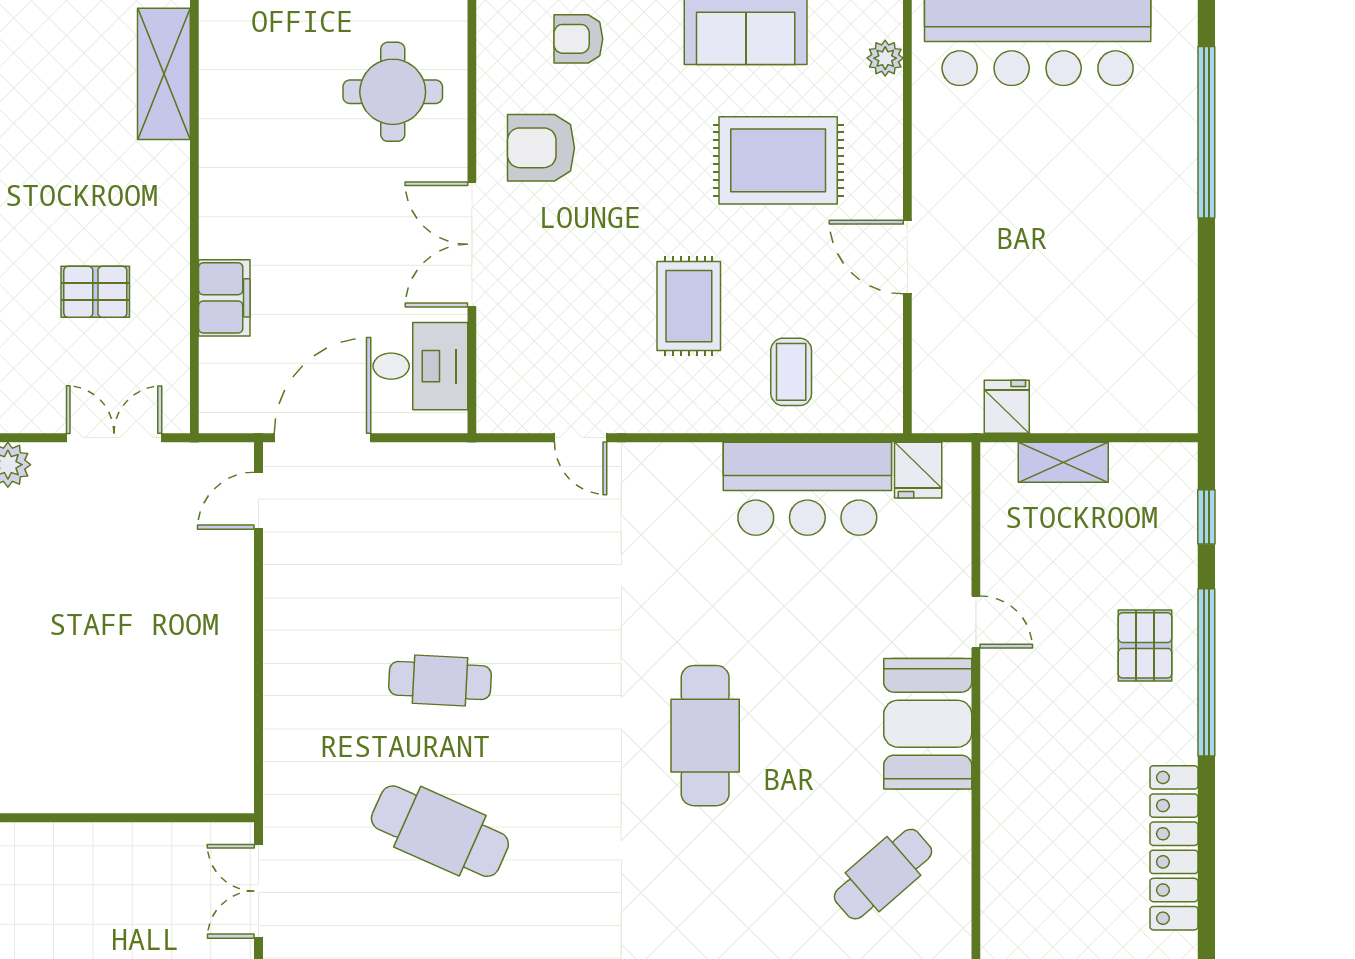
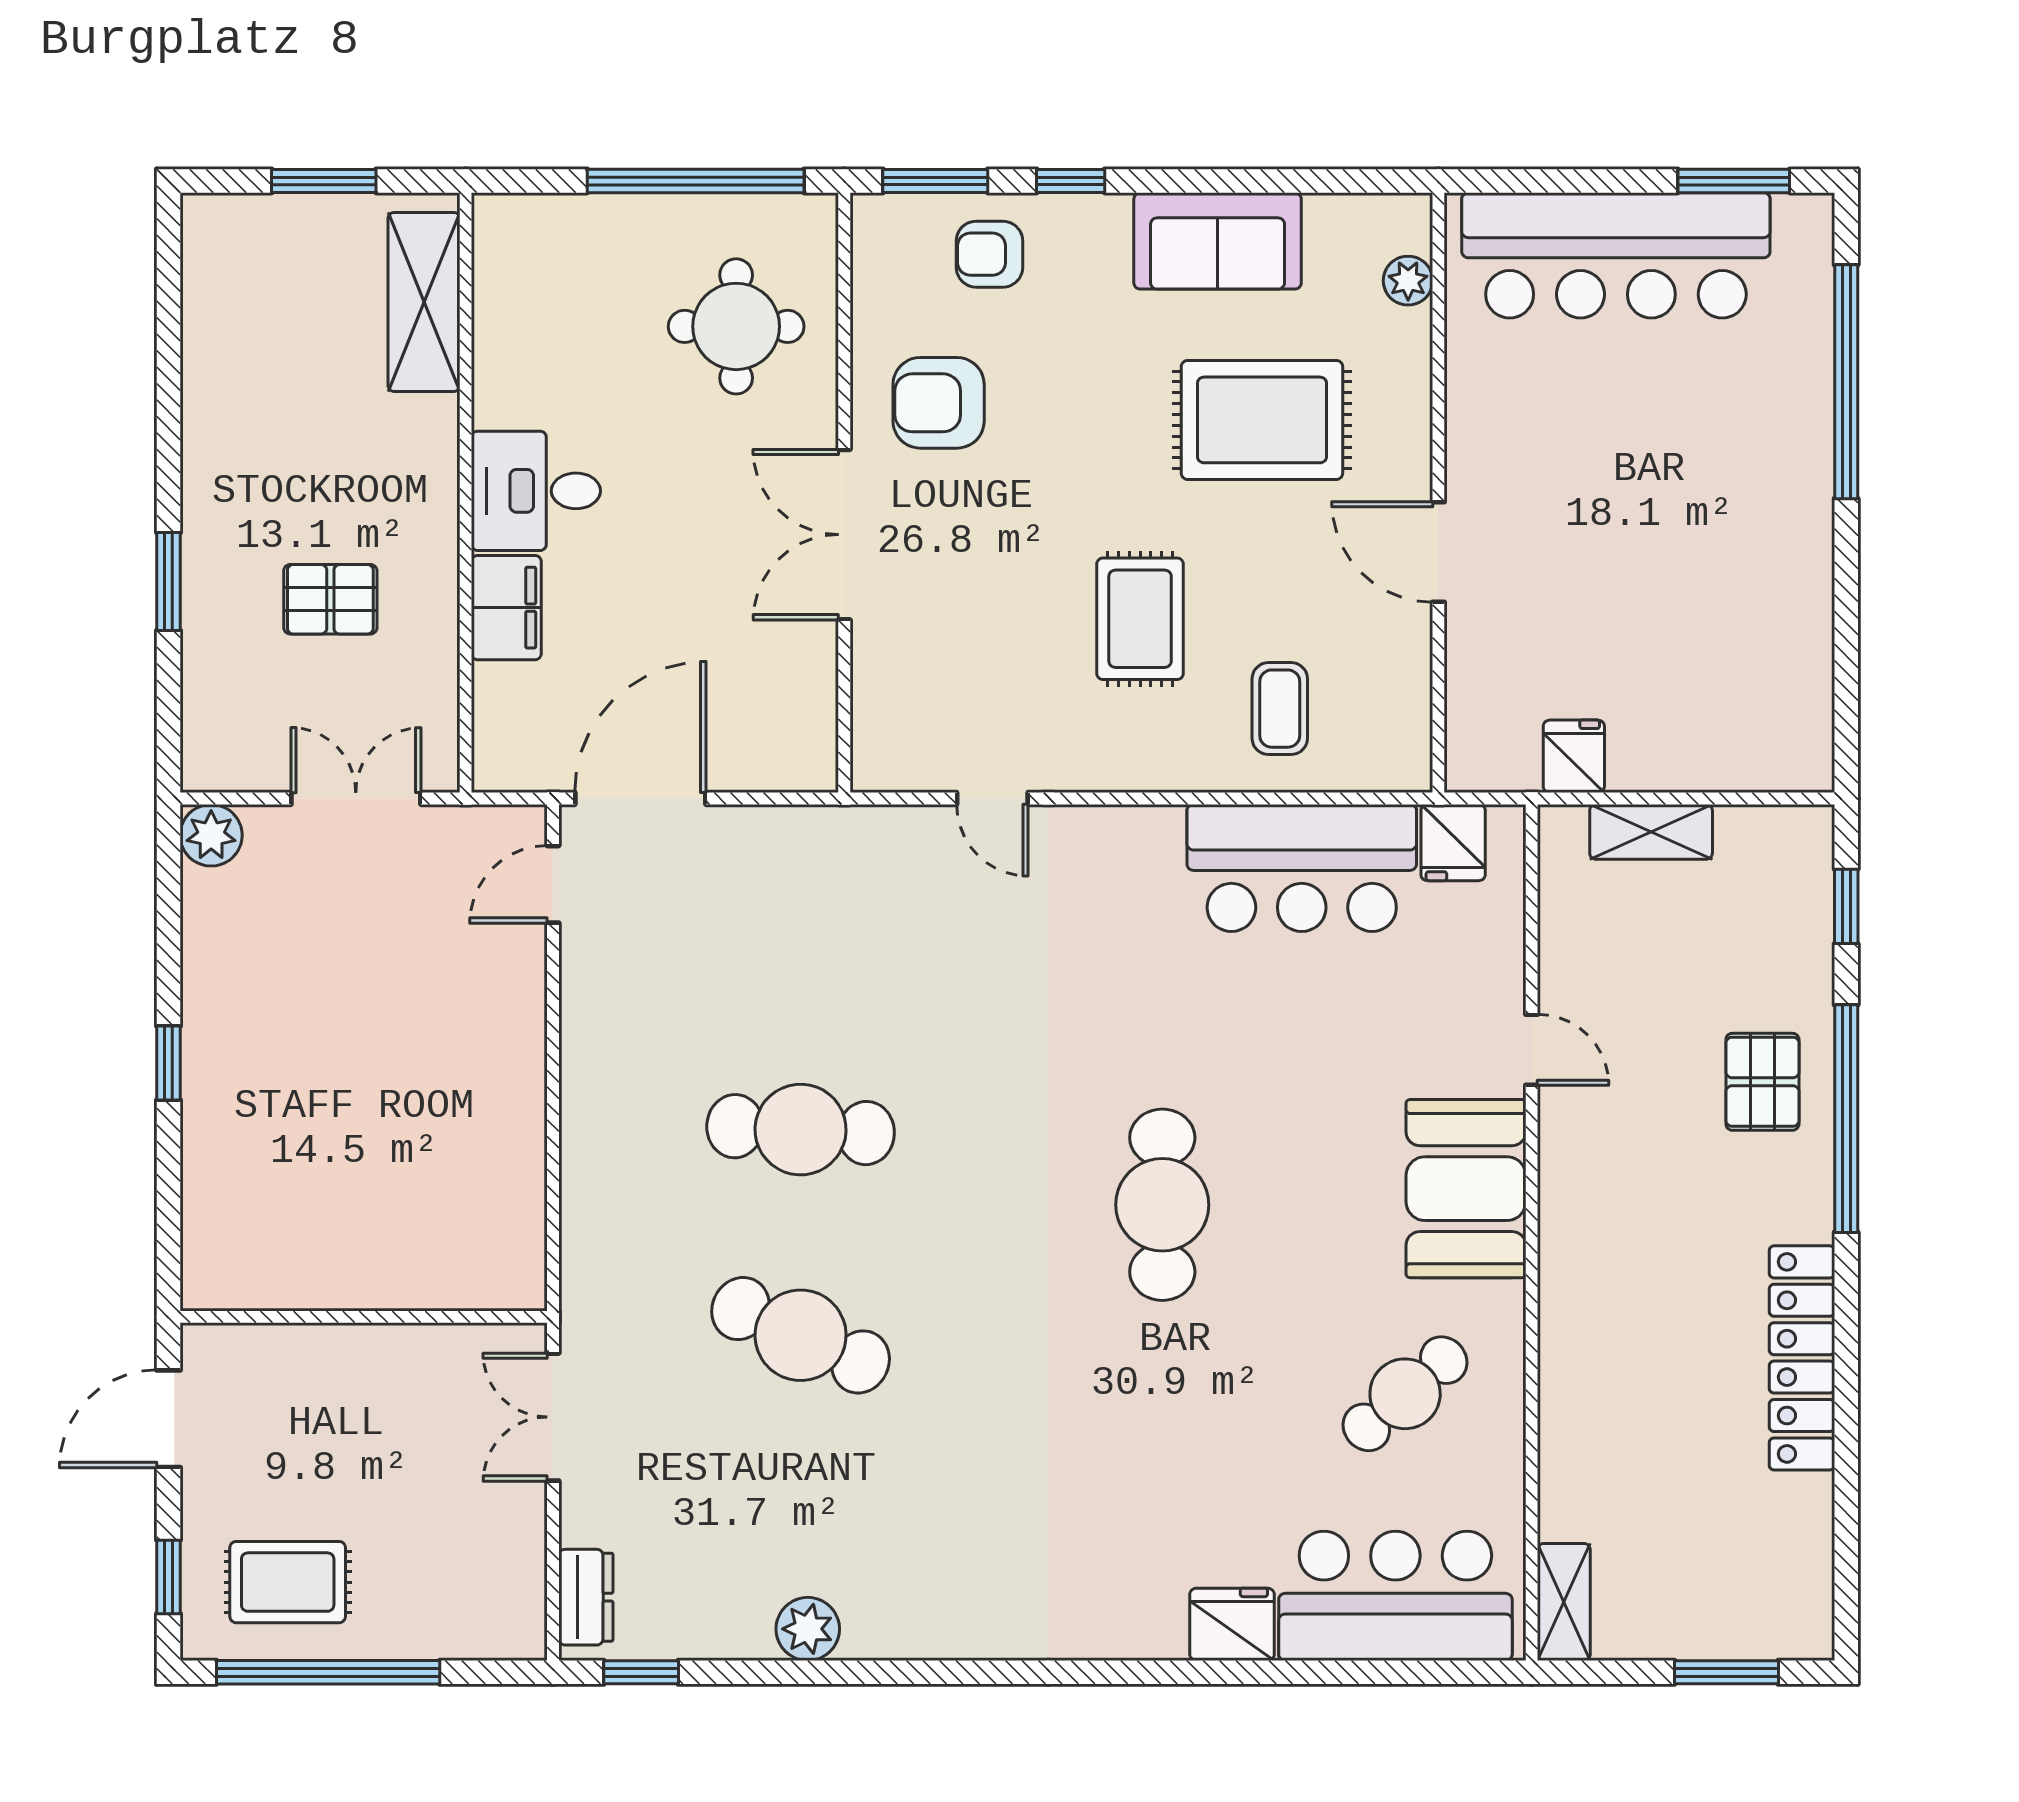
desk: (420, 366) -> (536, 491), moved, turned 180
cafe table: (440, 680) -> (801, 1130), width x1.37, depth x1.35

